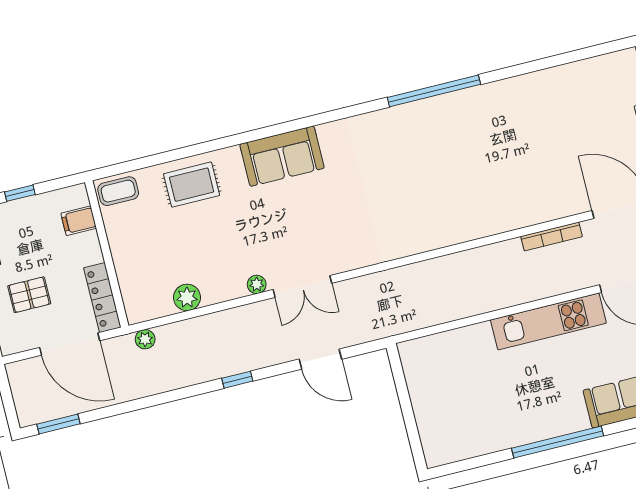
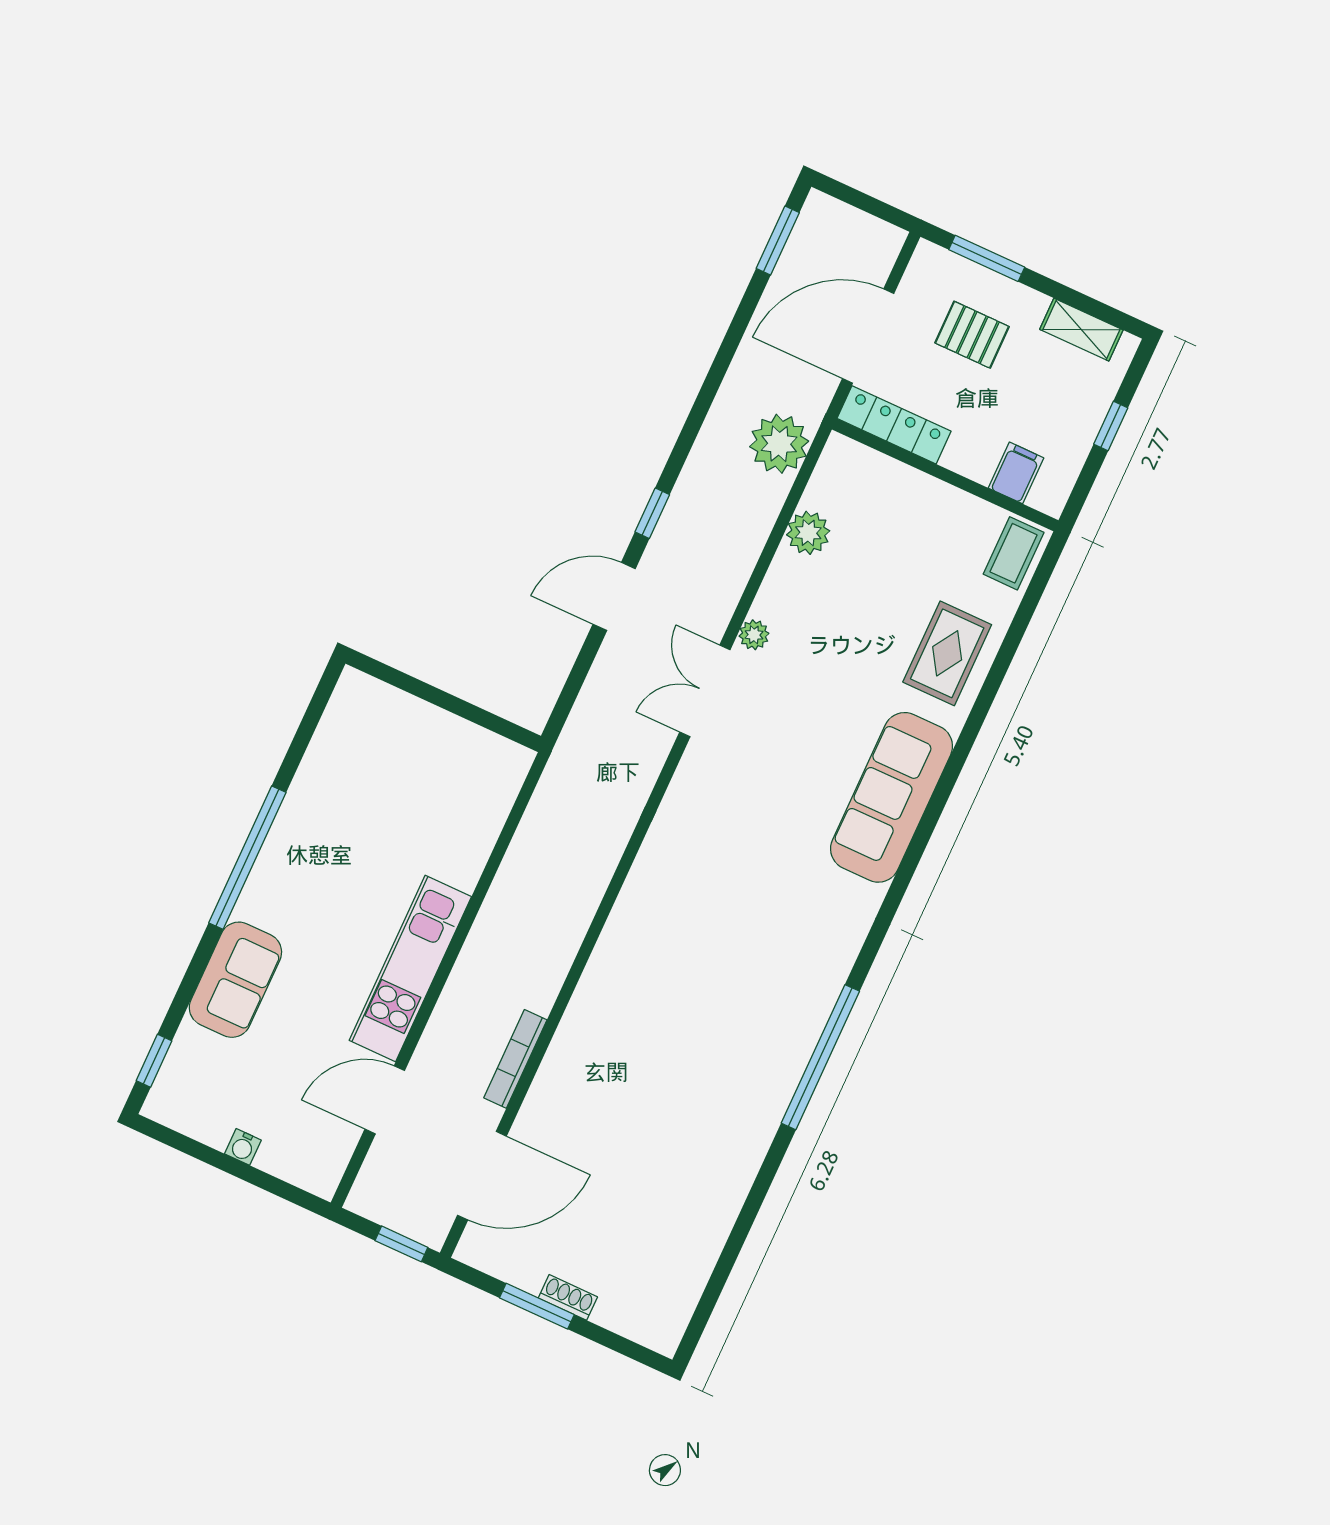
sofa: (282, 156) -> (892, 797), width x1.36
pallet: (29, 295) -> (972, 335), turned 90
plant: (145, 339) -> (779, 444), width x1.88, depth x1.88
door: (320, 359) -> (614, 596), moved

